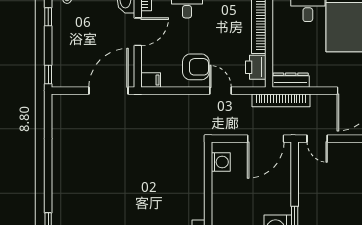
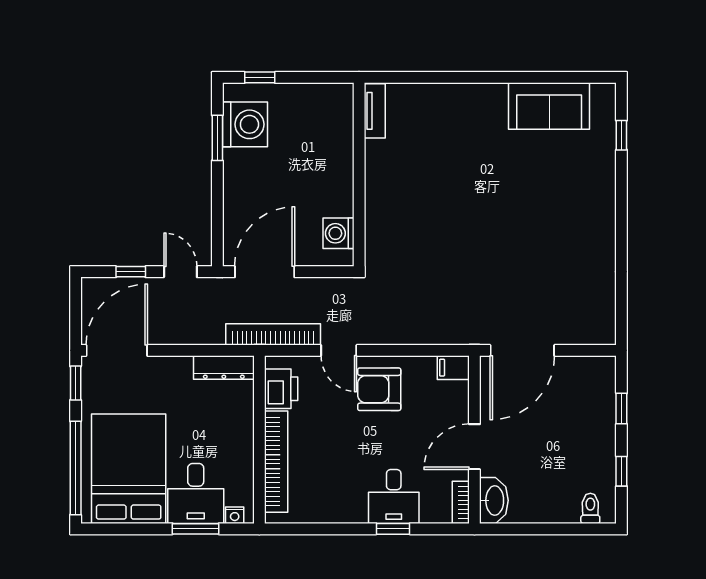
window: (48, 74) -> (621, 409), moved
bookcase: (281, 100) -> (273, 334), moved
window: (347, 139) -> (131, 272), added

